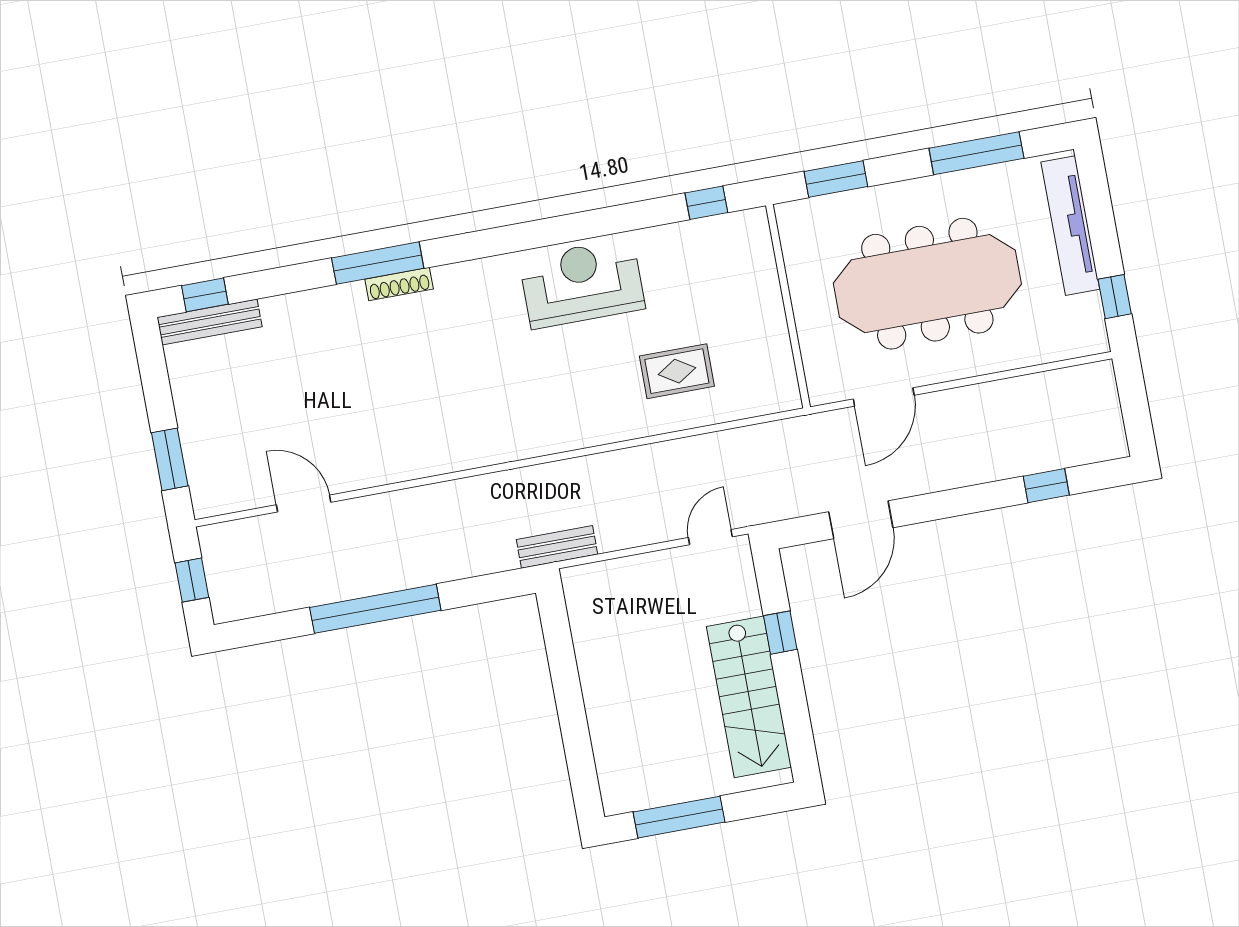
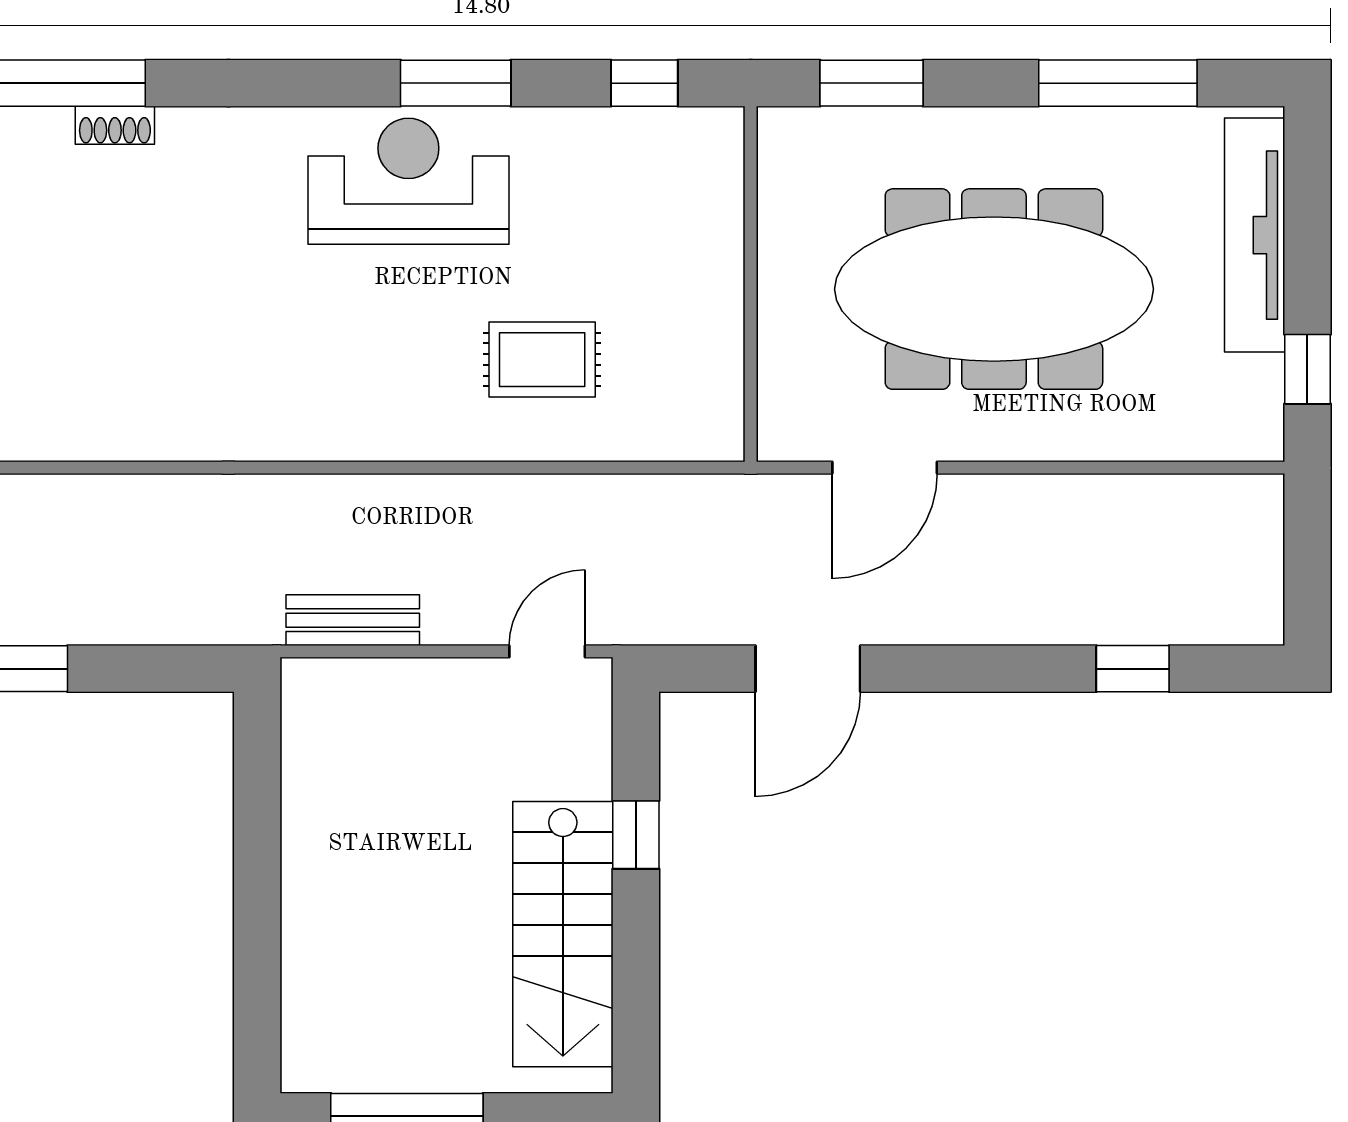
window: (599, 223) -> (456, 83), added
shoe rack: (399, 284) -> (115, 125), width x0.70
bench: (557, 547) -> (353, 620), moved

